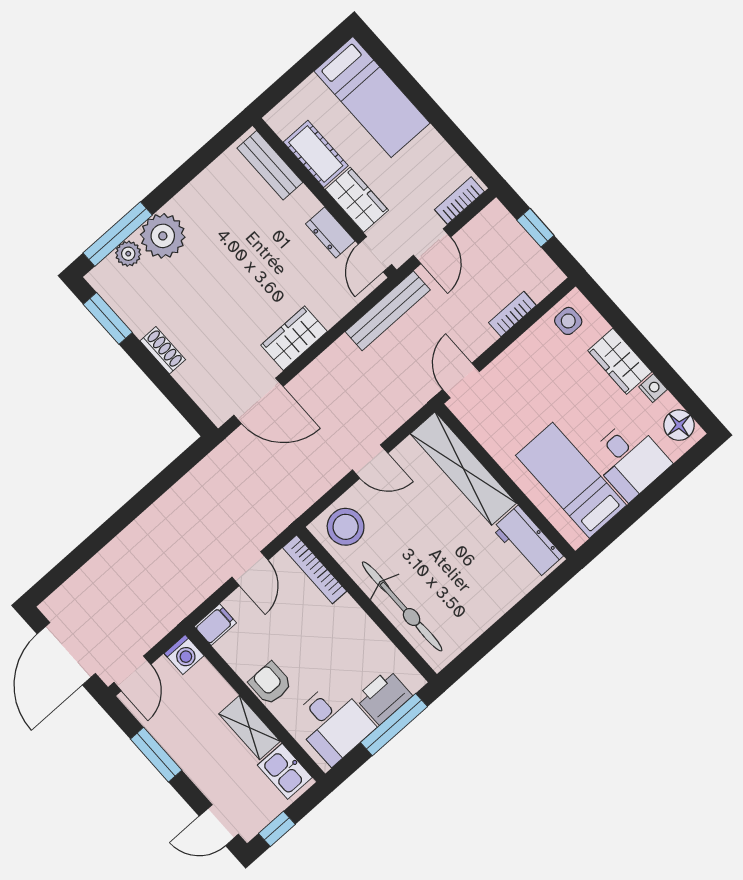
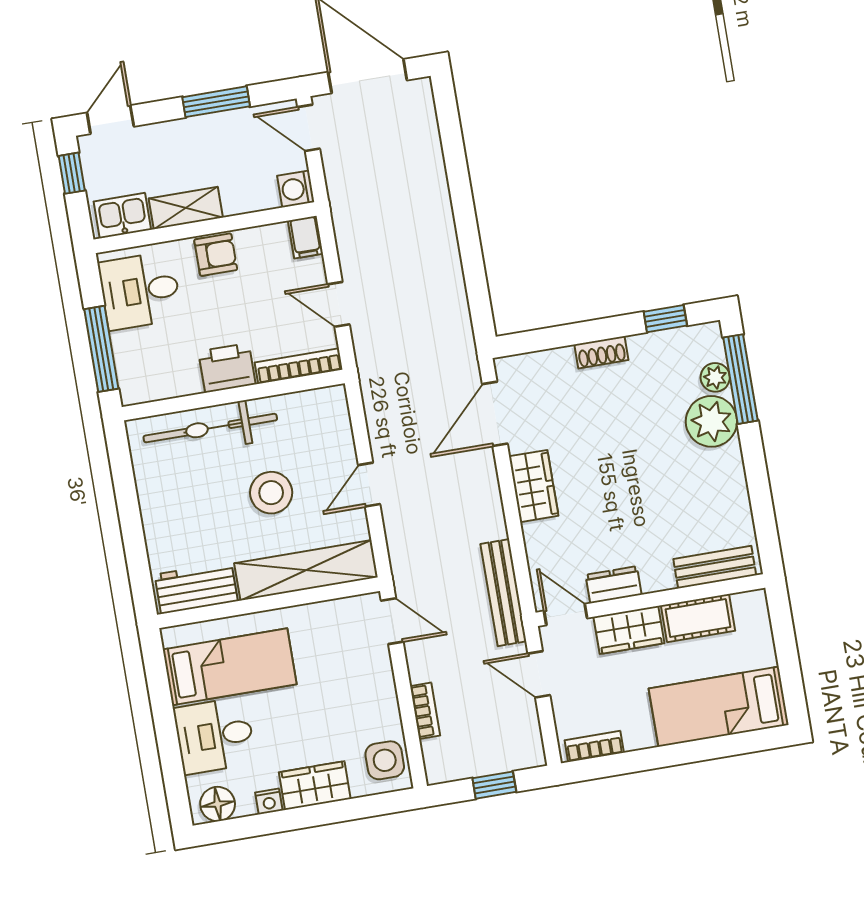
bookcase: (459, 201) -> (594, 746), moved, turned -90
window: (108, 318) -> (665, 319), width x0.67
side table: (568, 321) -> (385, 760), width x1.37, depth x1.37
stool: (346, 527) -> (271, 493), moved
printer: (384, 697) -> (227, 368), moved, turned -90

